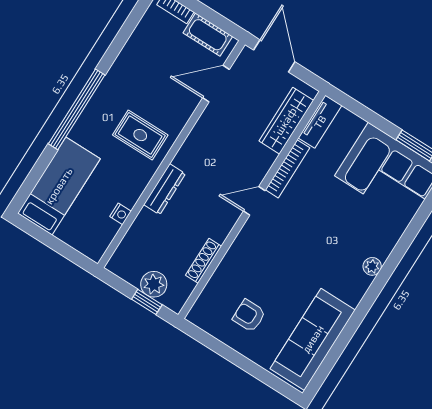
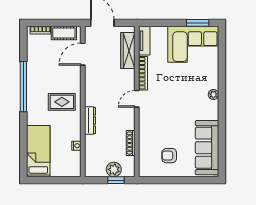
window: (77, 109) -> (23, 87), moved

